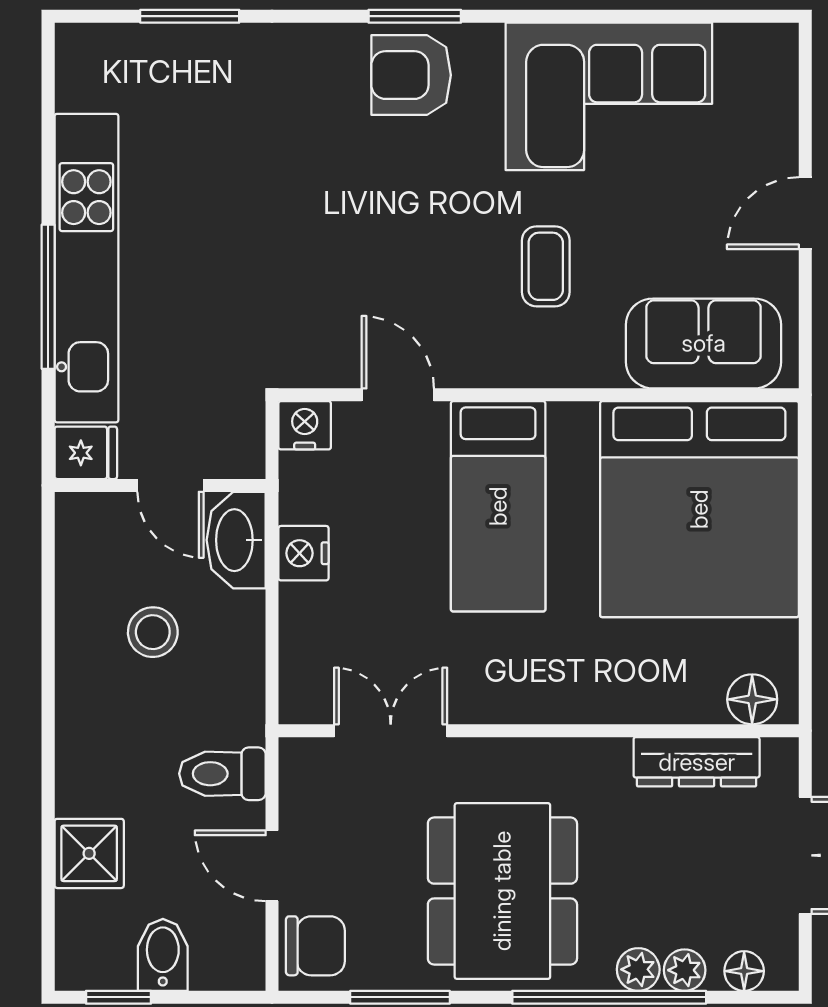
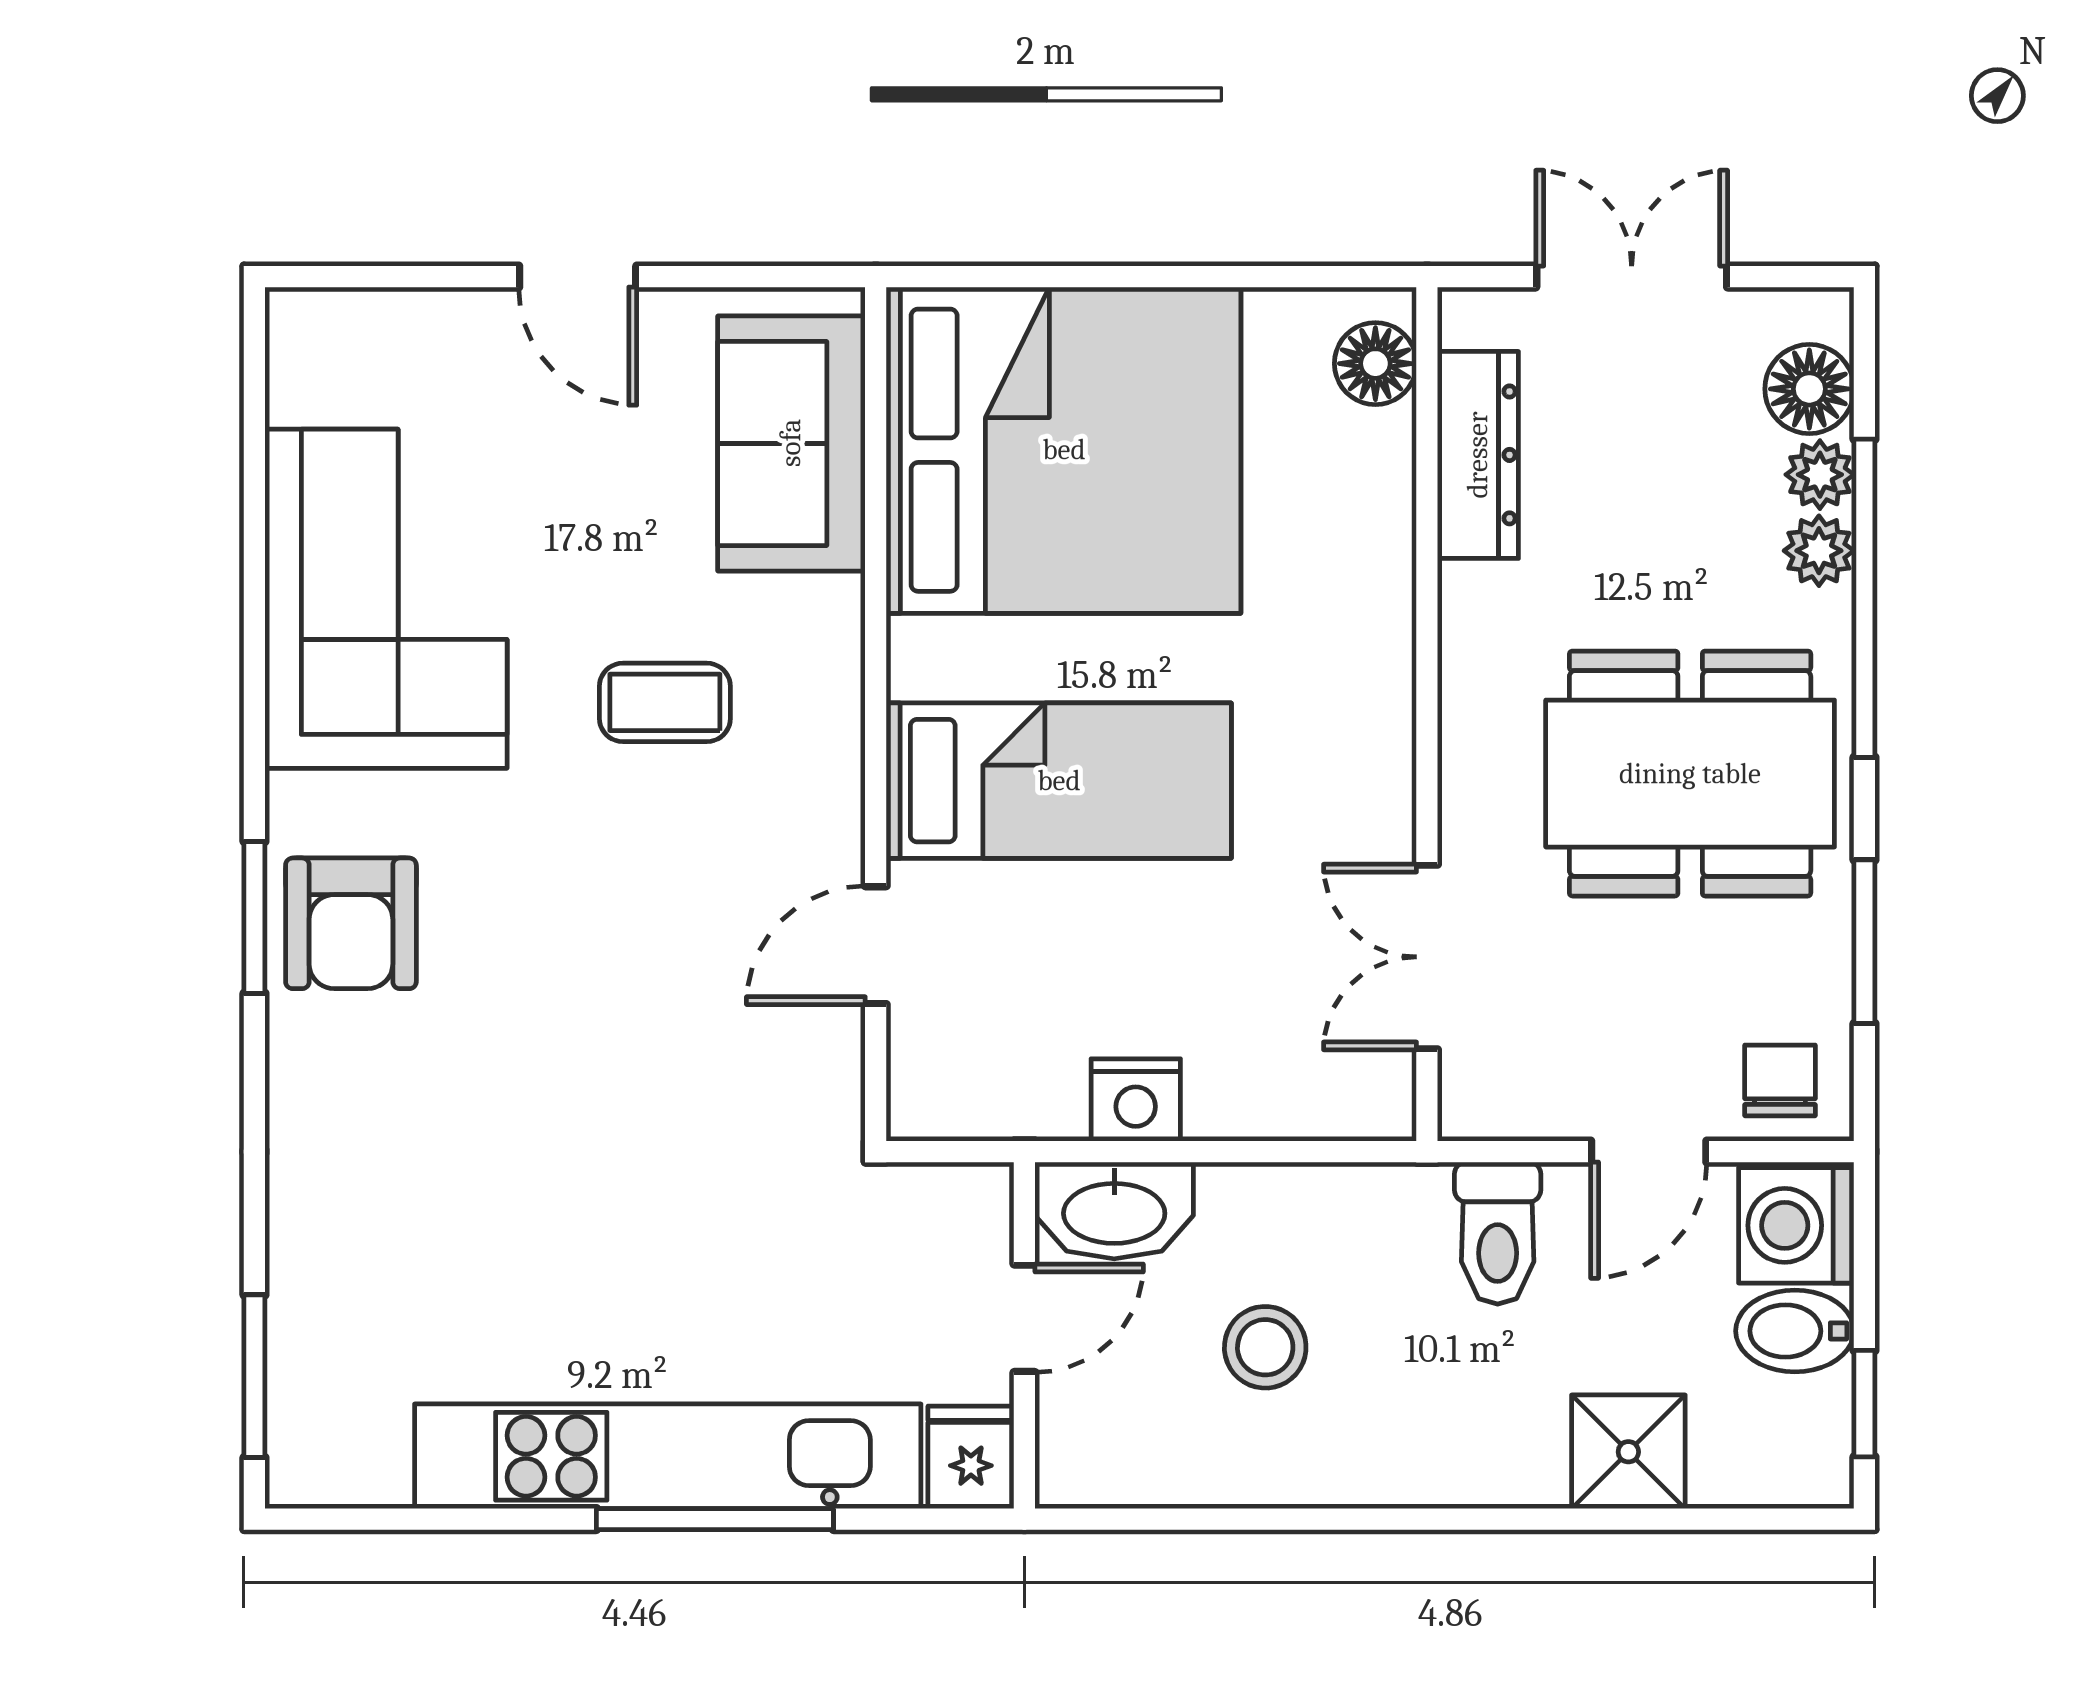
window: (190, 16) -> (254, 1376), moved
nightstand: (305, 425) -> (926, 1098), removed
chair: (315, 946) -> (1780, 1080), width x0.73, depth x0.73
washing machine: (227, 956) -> (1796, 1225), added
floor lamp: (744, 971) -> (1809, 389), width x1.37, depth x1.37

